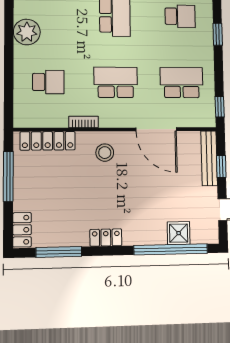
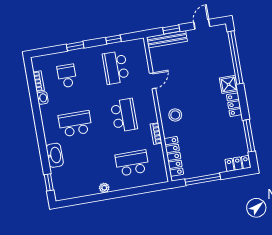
plant: (27, 32) -> (104, 188), width x0.53, depth x0.53
school desk: (48, 82) -> (132, 163), width x1.85
school desk: (116, 82) -> (124, 115), turned 180
window: (220, 107) -> (113, 40), moved
door: (156, 129) -> (153, 81), width x0.53
shower: (179, 233) -> (229, 84), moved

